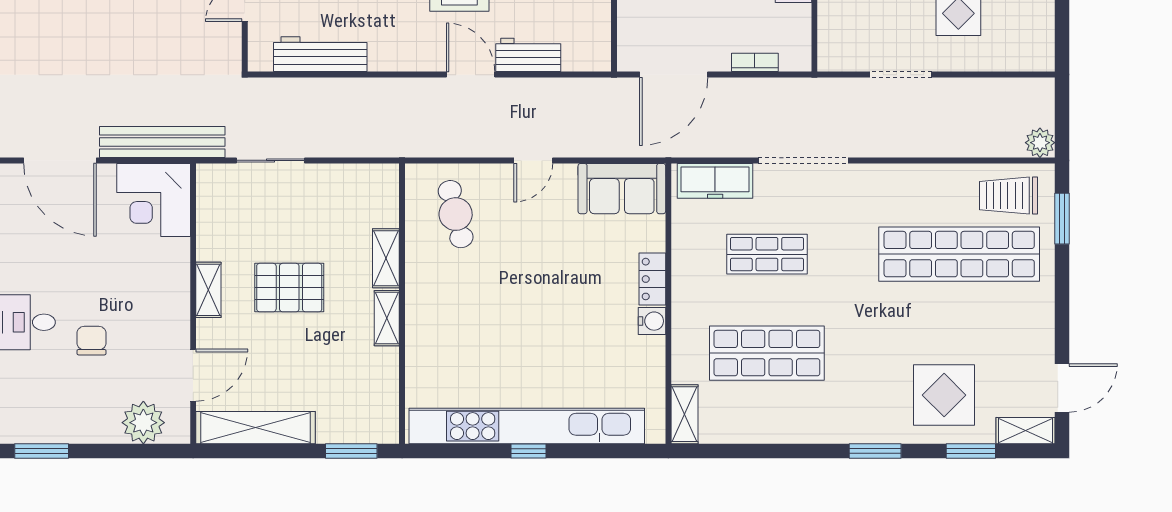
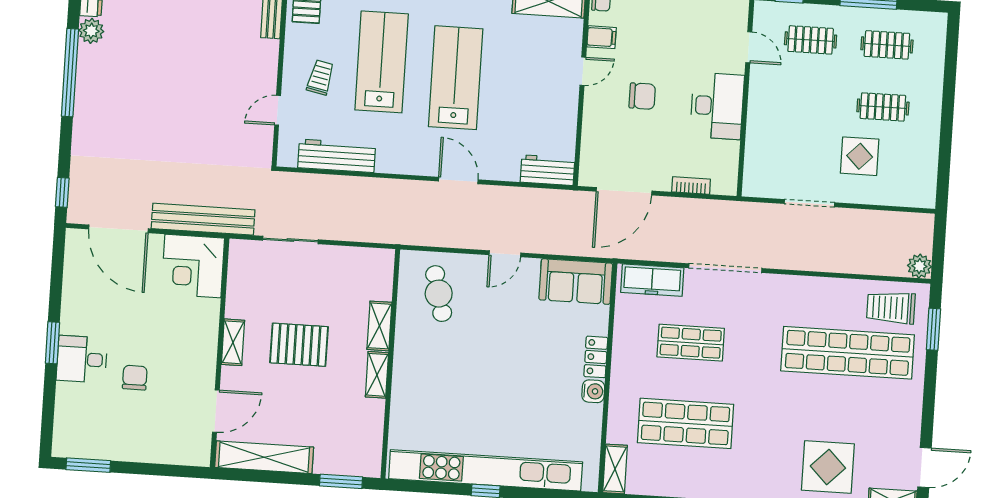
workbench: (528, 55) -> (548, 170), moved
plant: (143, 423) -> (173, 447), removed

